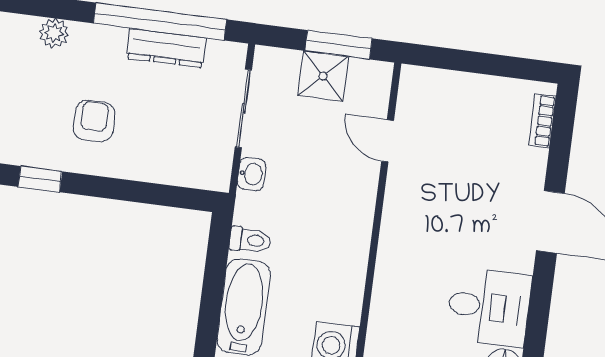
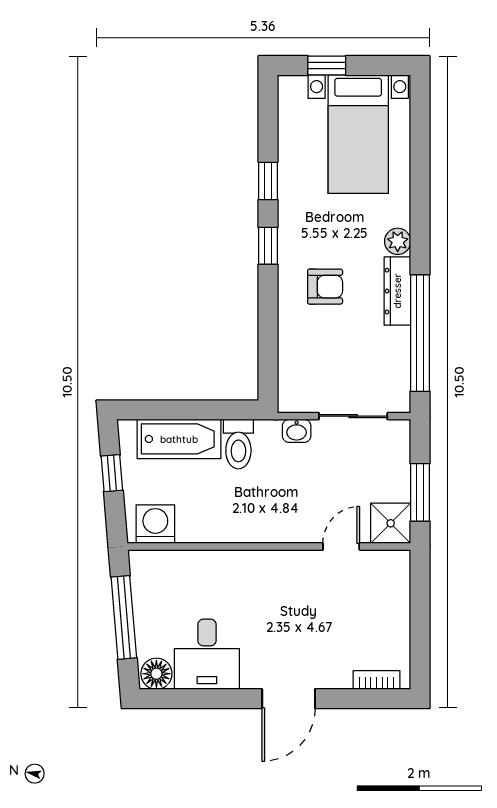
dresser: (166, 48) -> (397, 291), moved
shower: (323, 76) -> (391, 523), moved
toilet: (250, 240) -> (238, 444), width x1.37, depth x1.39

